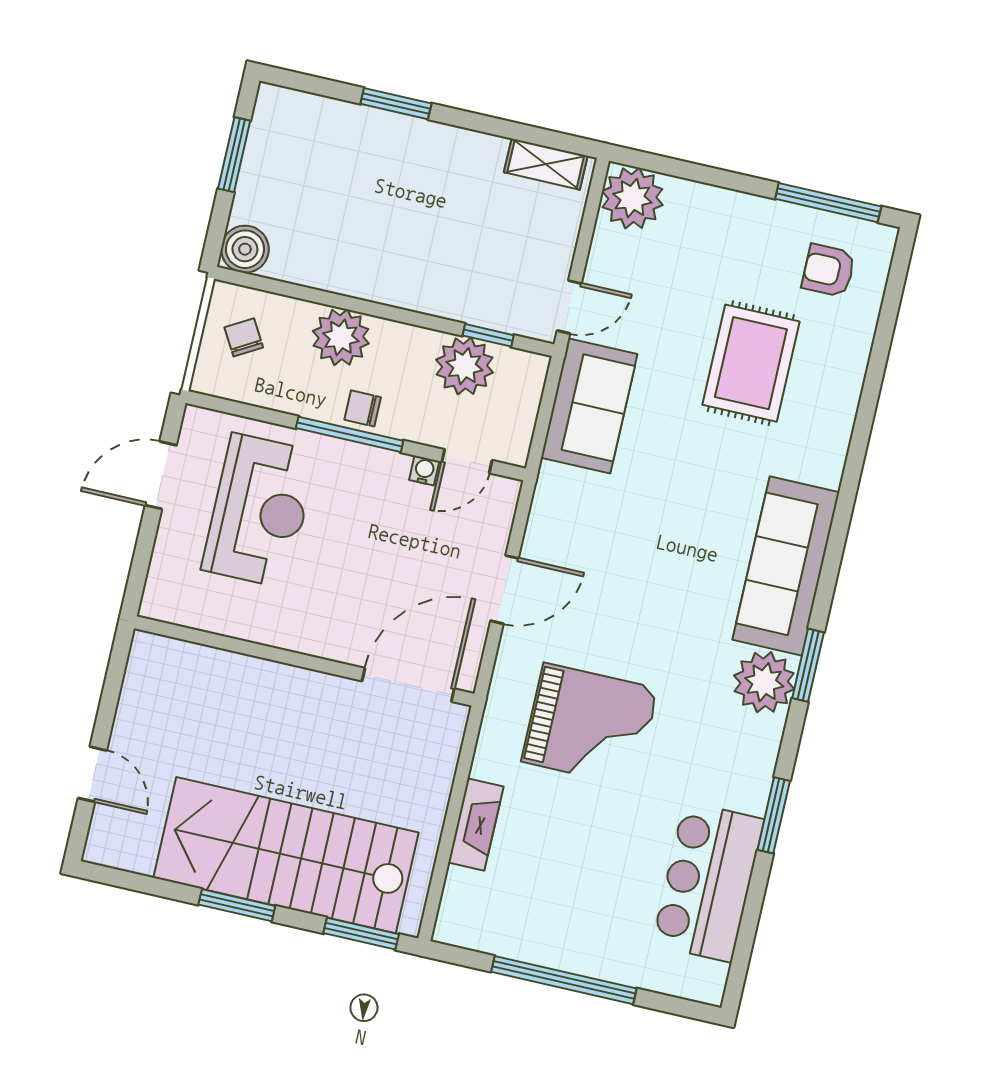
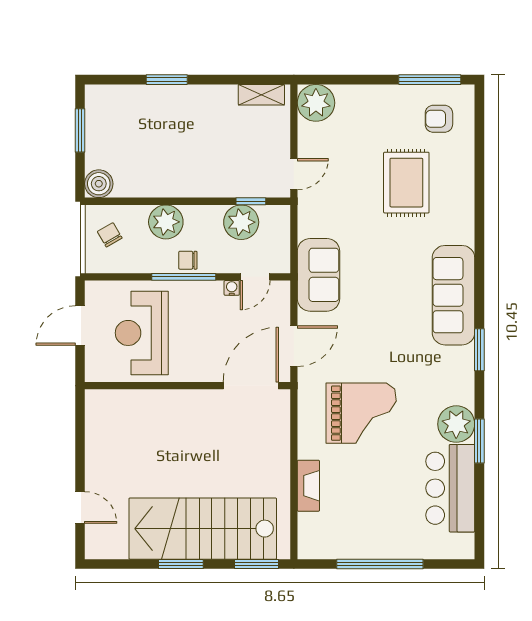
sofa: (589, 406) -> (318, 275), moved
reception desk: (259, 511) -> (142, 333), turned 180
wall: (304, 661) -> (188, 386), moved
plant: (764, 682) -> (456, 424), moved
door: (408, 685) -> (251, 386), moved

